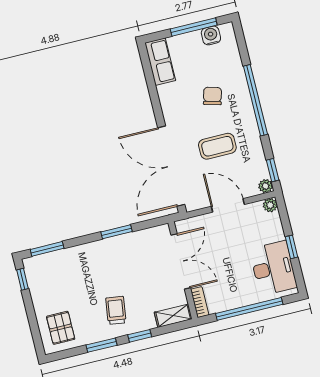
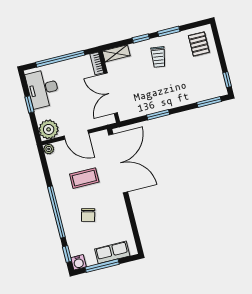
water cooler: (211, 35) -> (78, 262), moved
row of seats: (160, 62) -> (112, 252), moved, turned 90
window: (273, 170) -> (67, 254), moved
plant: (270, 205) -> (49, 129), width x1.88, depth x1.88

